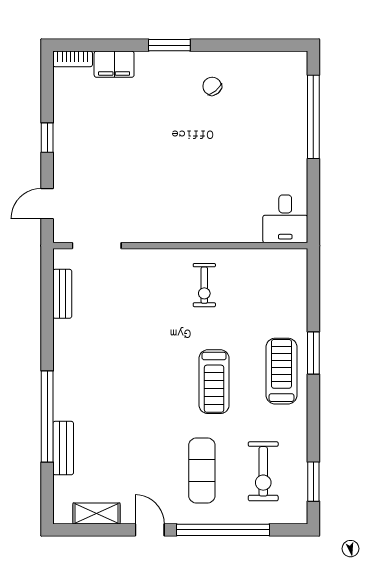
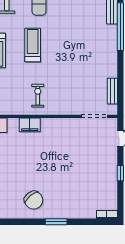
filing cabinet: (114, 64) -> (30, 125), moved, turned 180
chair: (212, 86) -> (34, 200), width x1.87, depth x1.87

